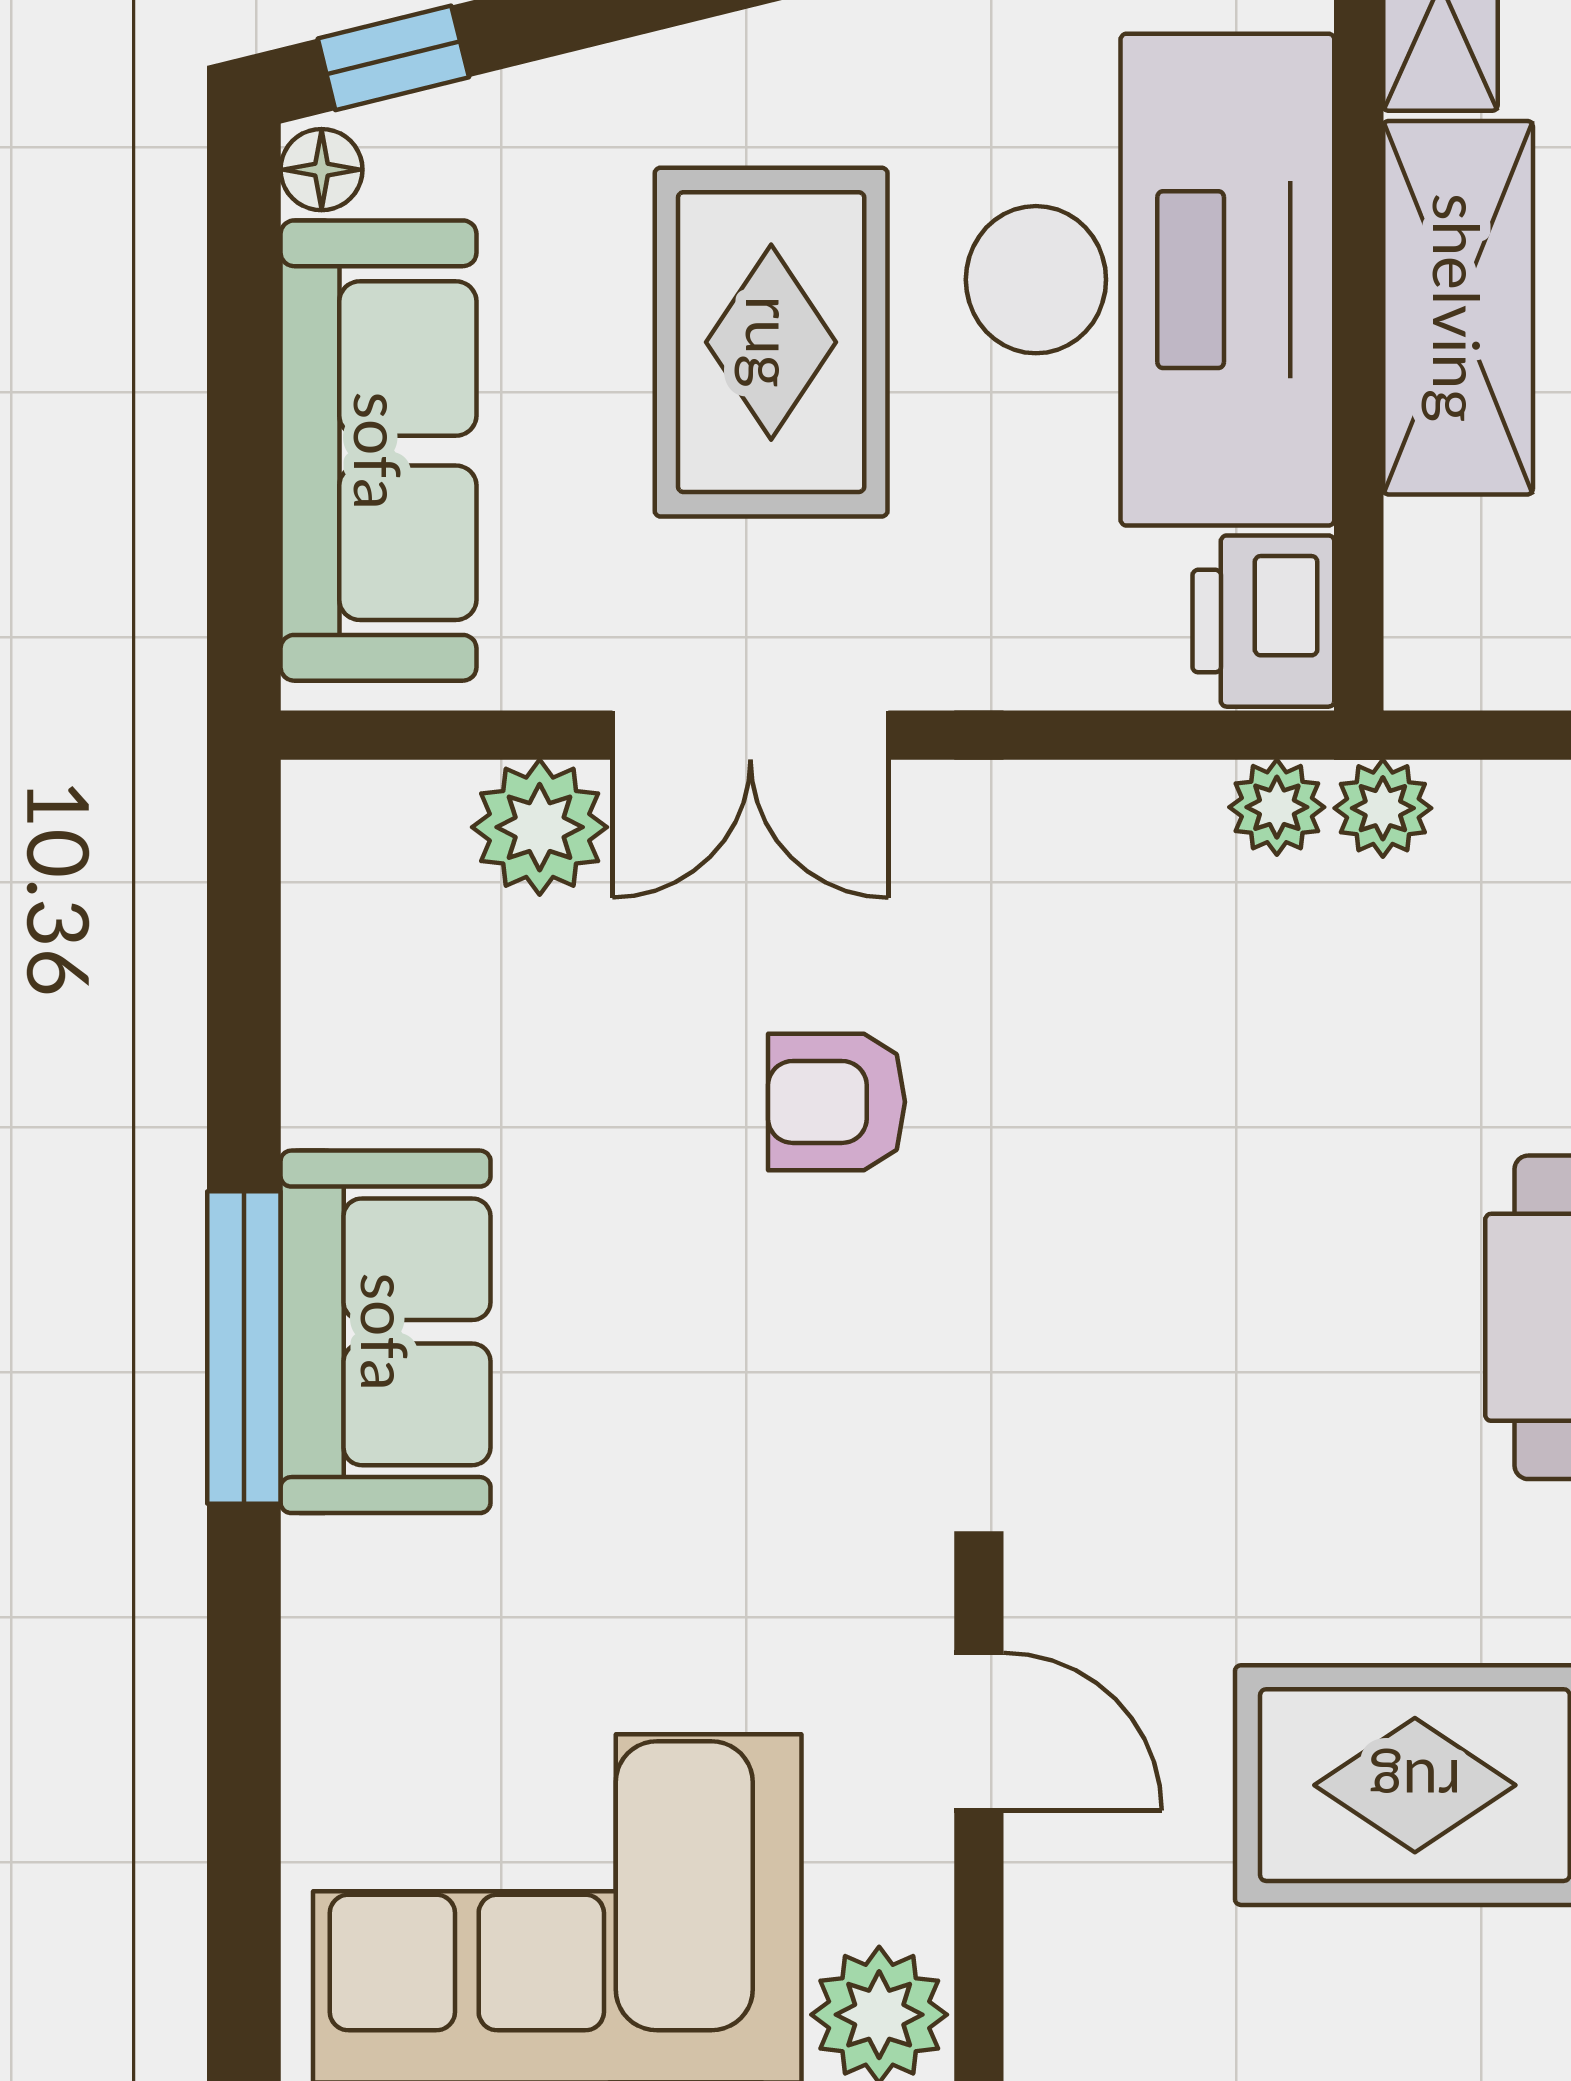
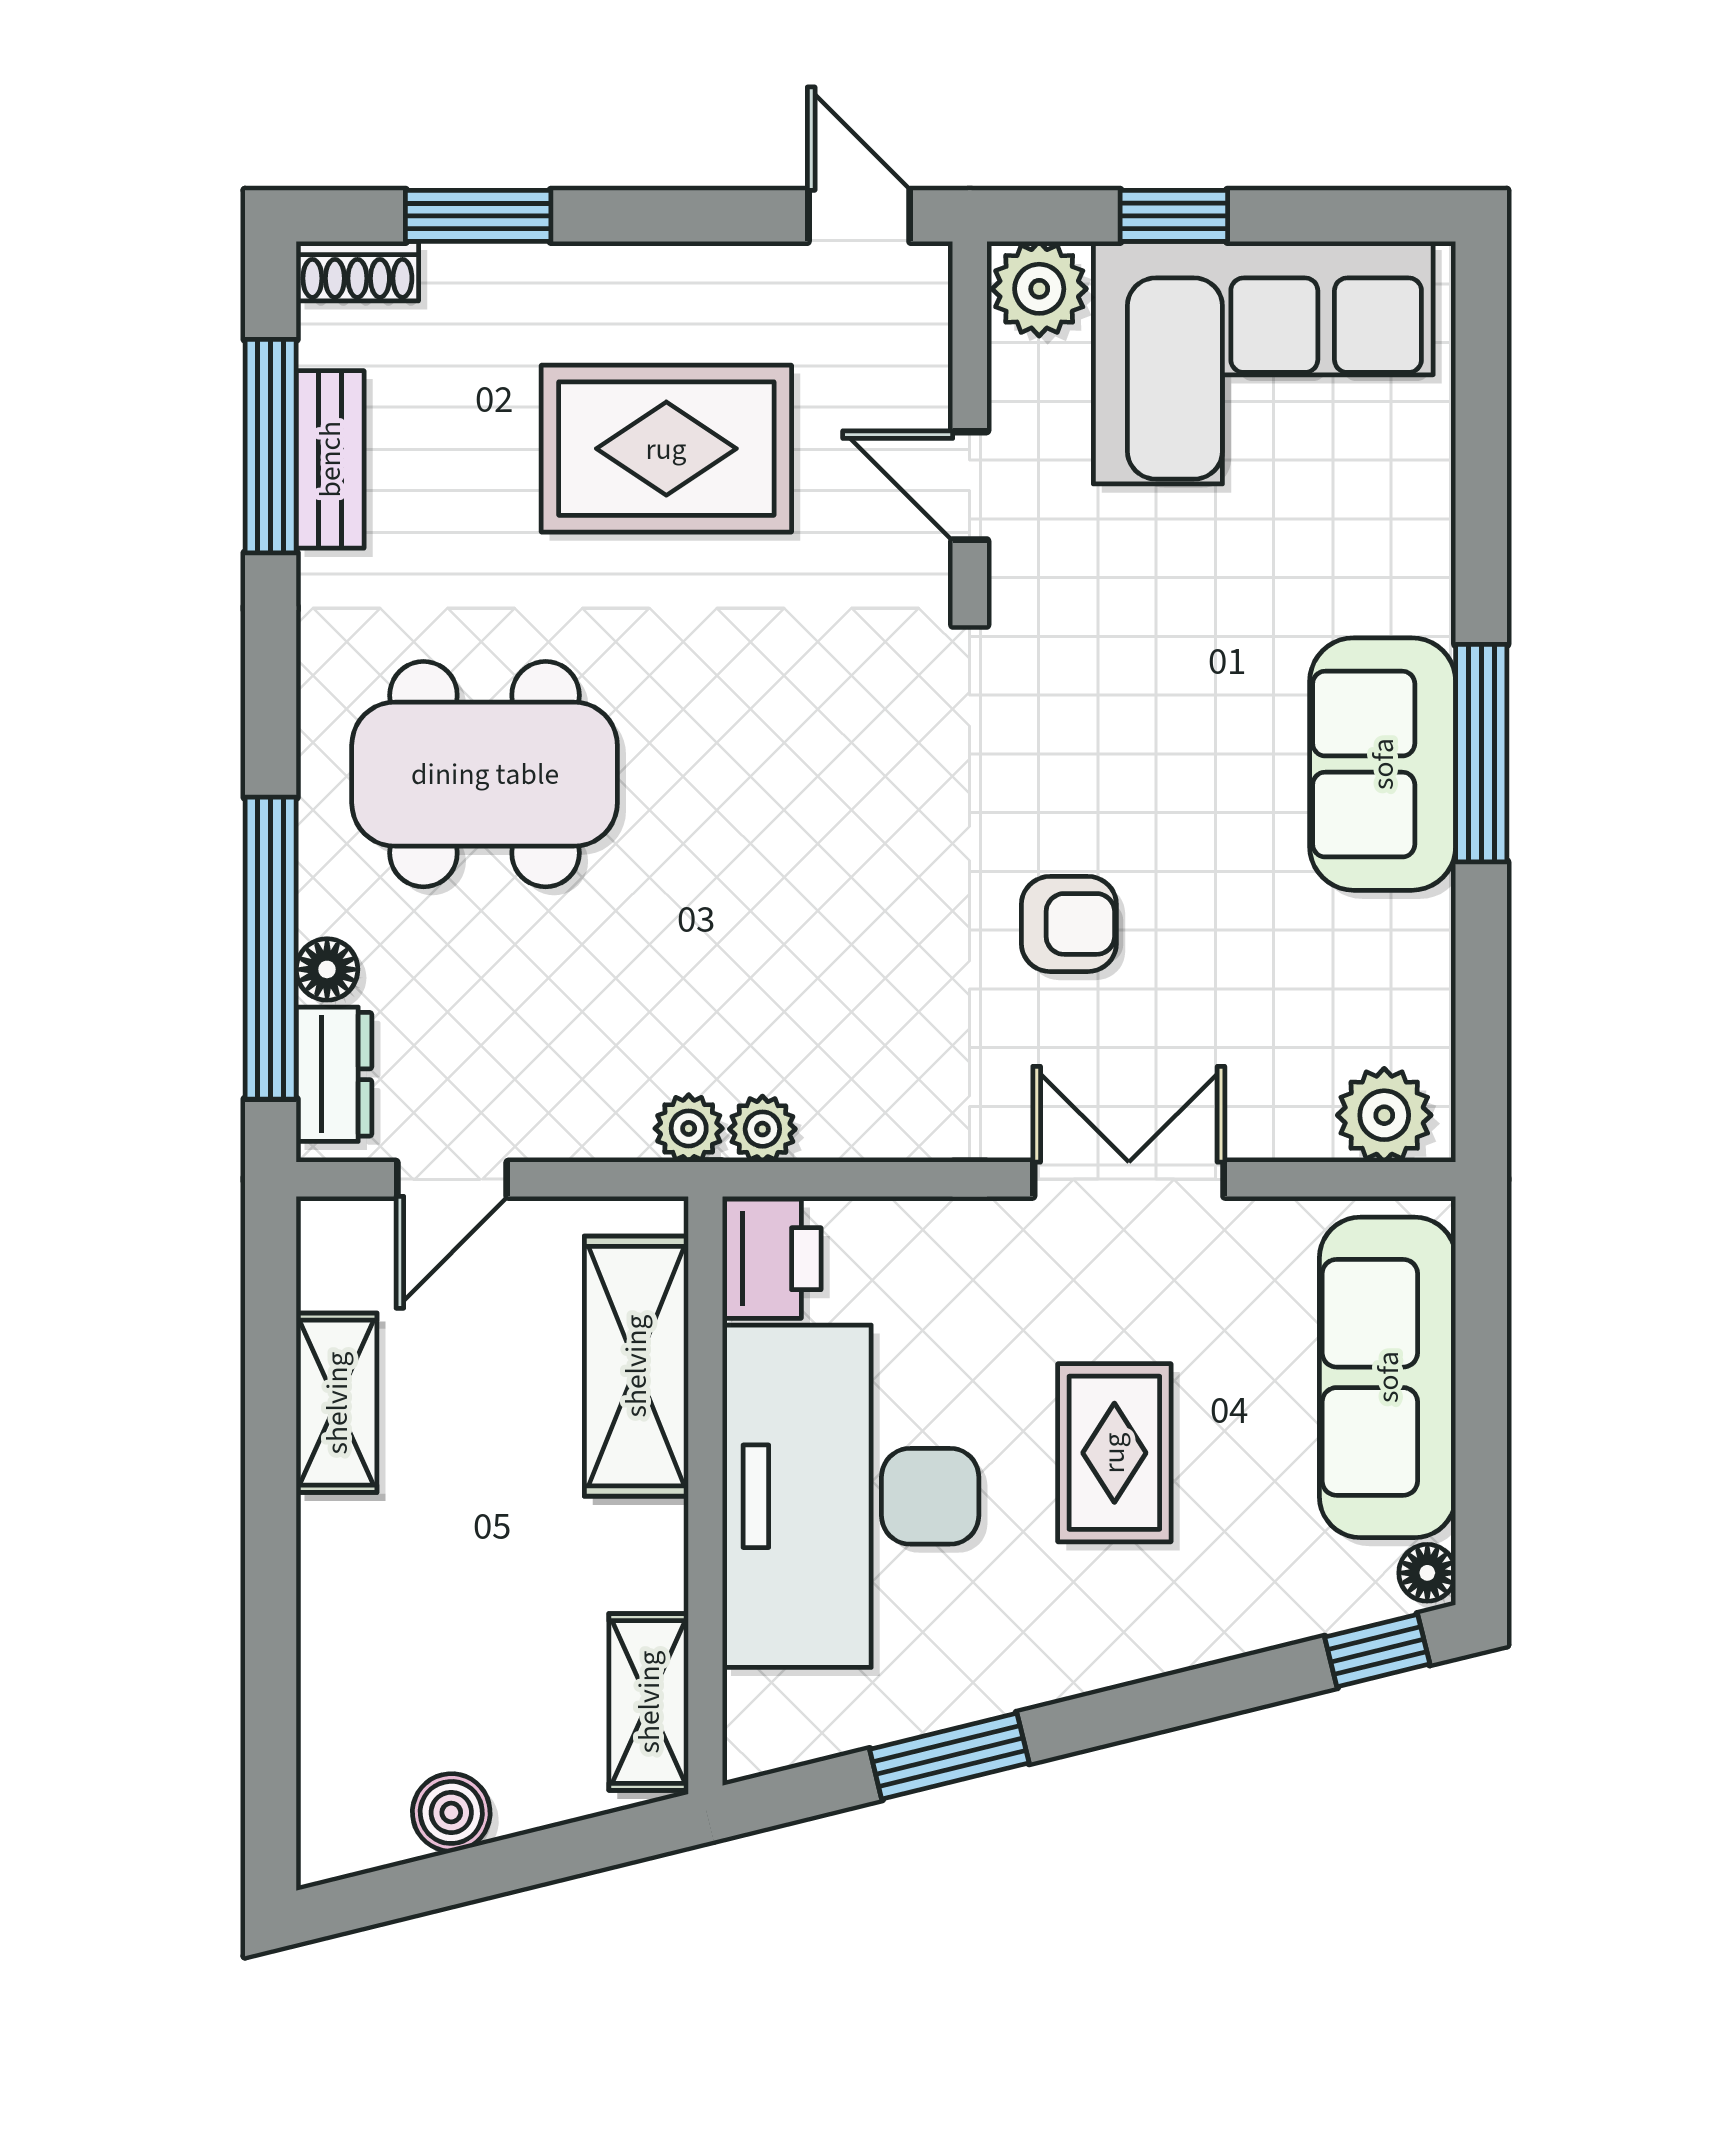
shelving: (1458, 308) -> (636, 1366), moved
rug: (771, 342) -> (1114, 1453), width x0.73, depth x0.70
plant: (540, 827) -> (1384, 1115), moved

